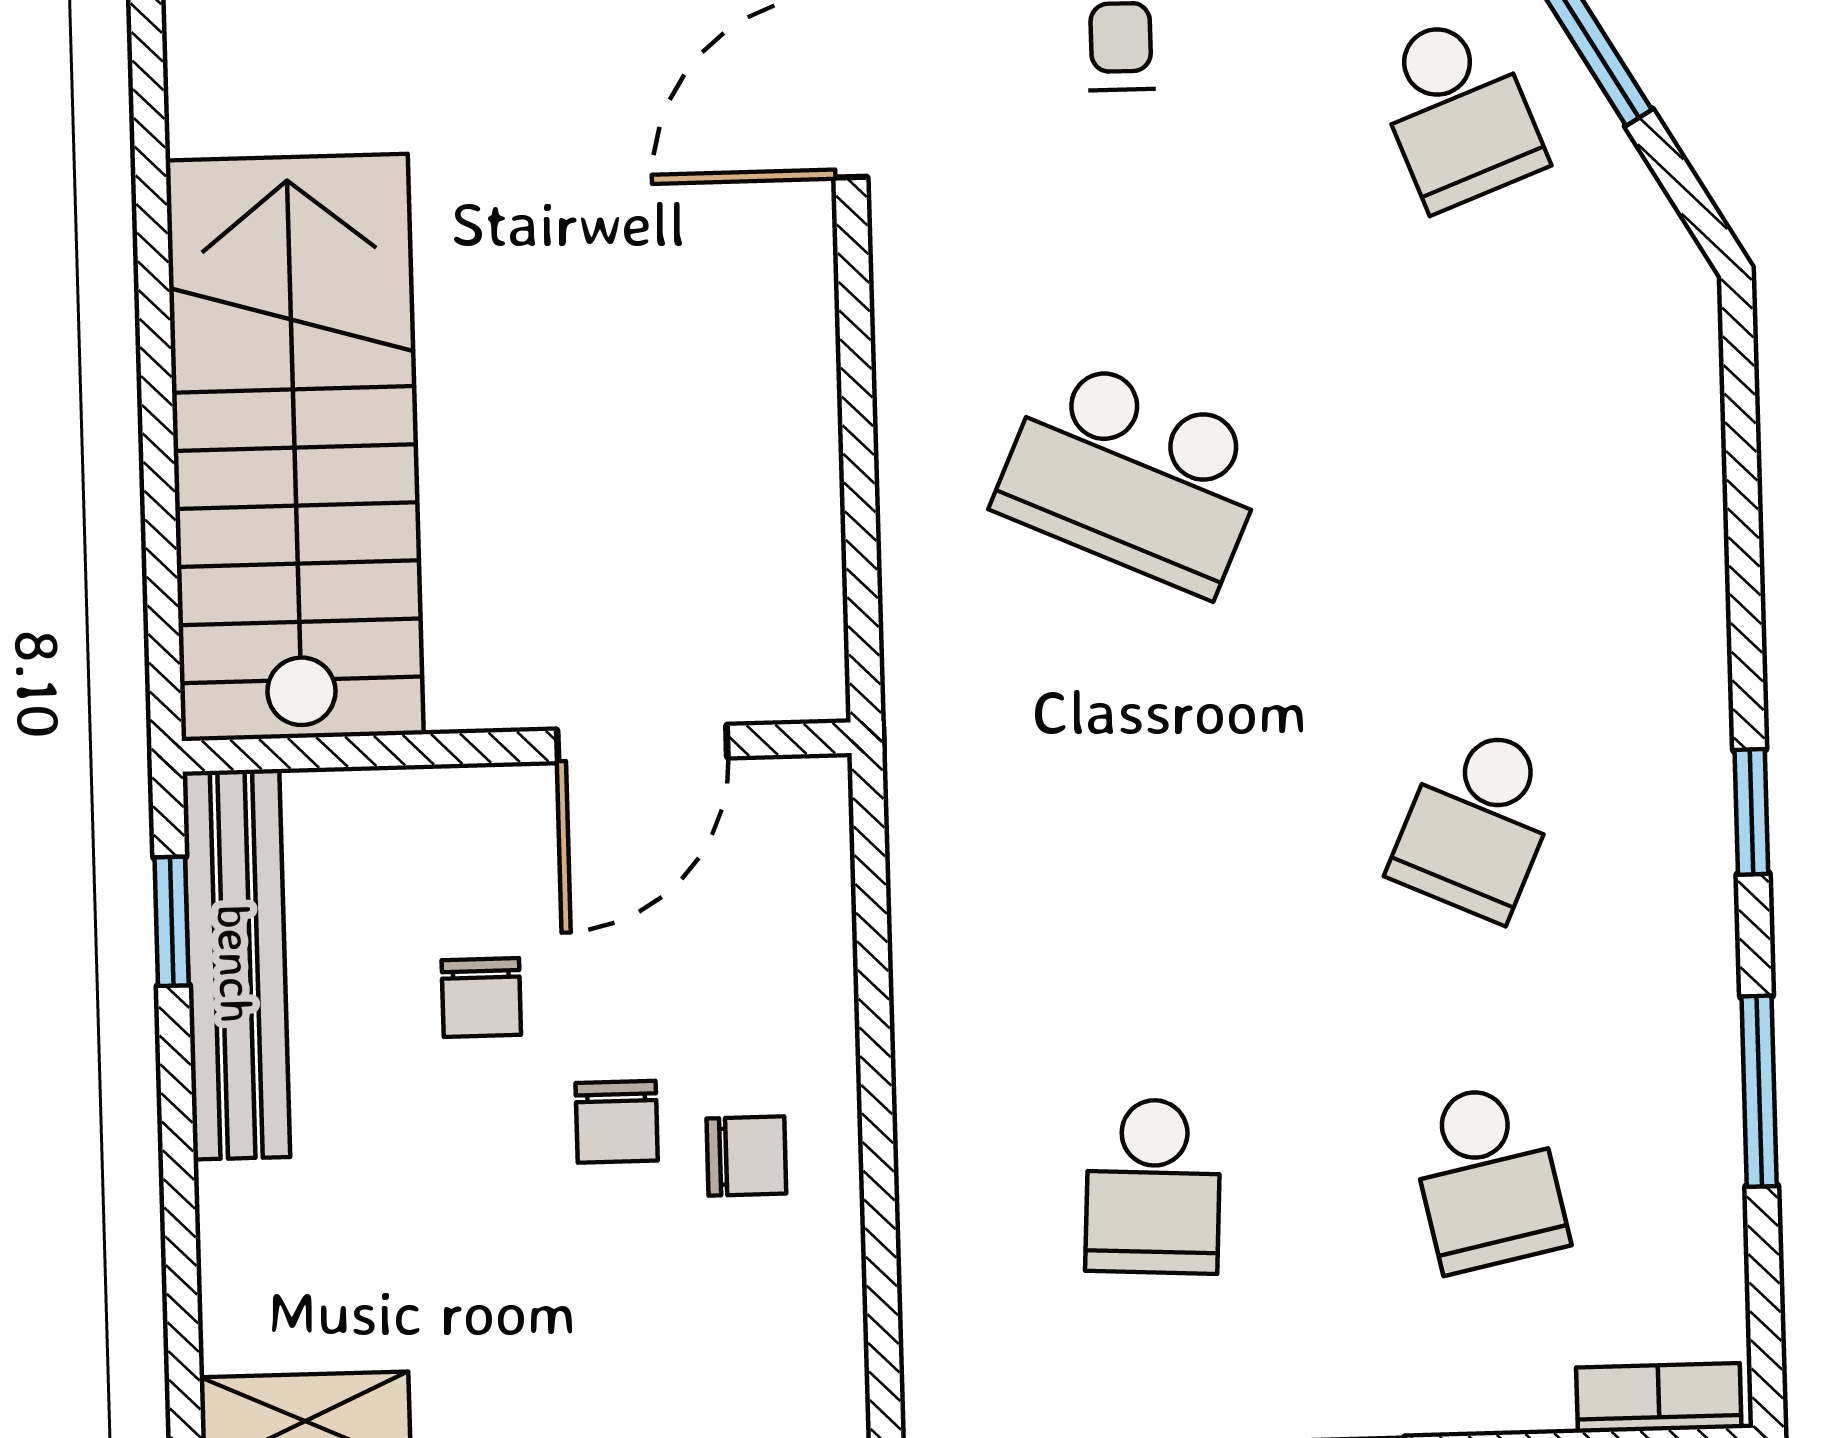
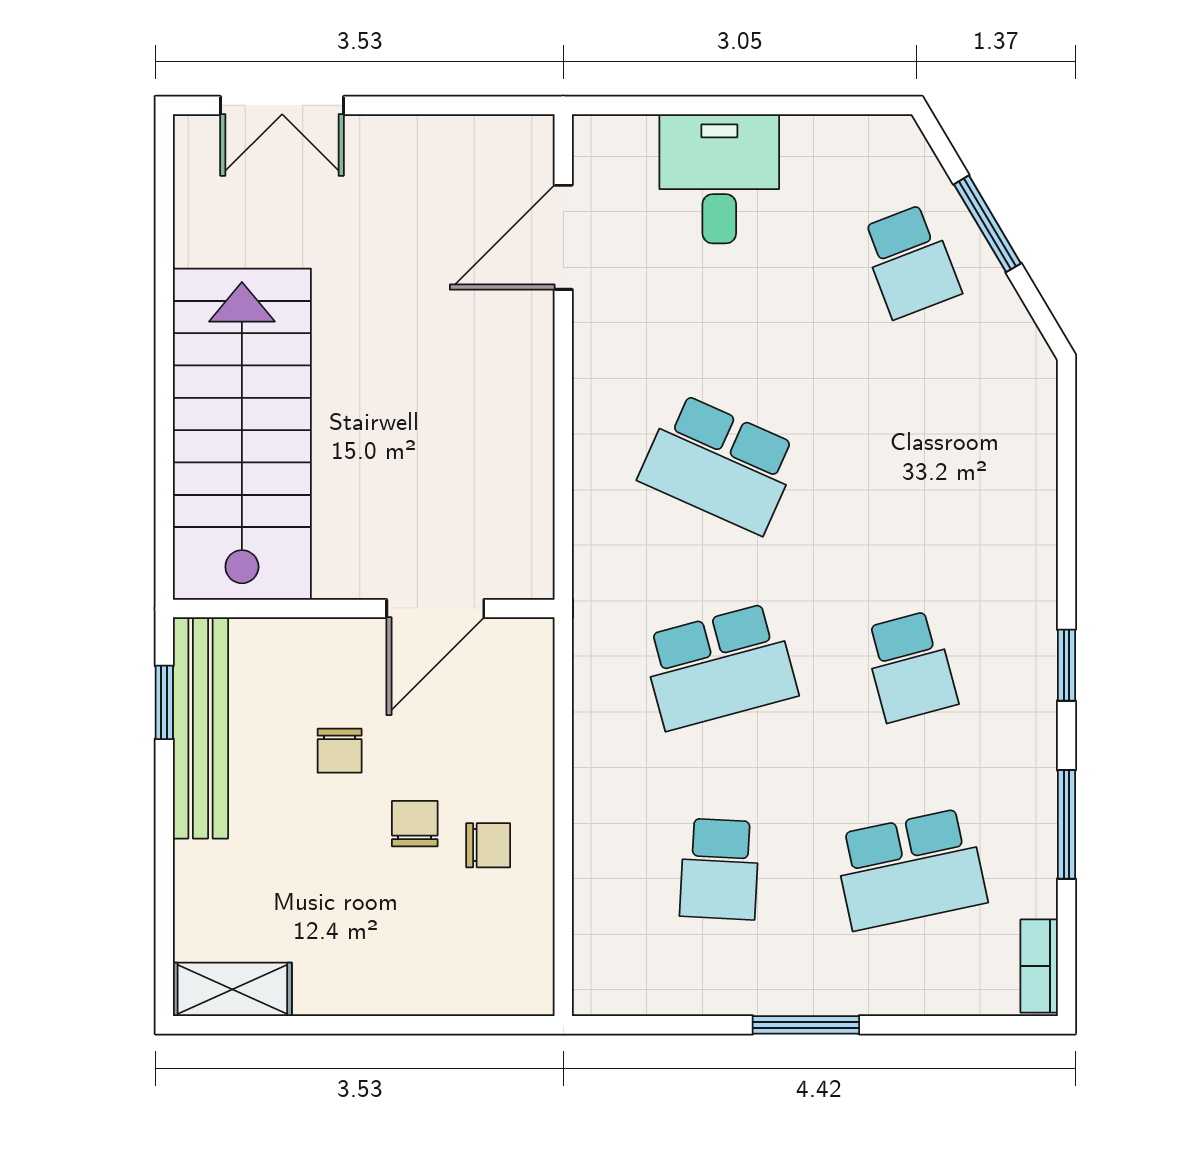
school desk: (1477, 822) -> (910, 666), turned -39
school desk: (1143, 831) -> (720, 666), added
chair: (617, 1122) -> (415, 824), turned 180
school desk: (1487, 1177) -> (910, 869), width x1.85
bookcase: (1659, 1398) -> (1039, 966), moved, turned -90

